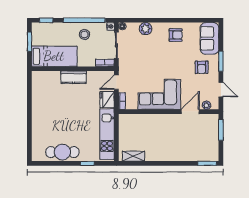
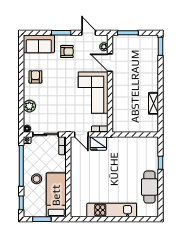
stool: (85, 34) -> (37, 179), moved
kitchen counter: (74, 77) -> (77, 176), removed
door: (221, 90) -> (89, 33), hinge flipped
kitchen unit: (107, 134) -> (112, 210), moved, turned 180
shelving: (133, 156) -> (153, 103), moved

